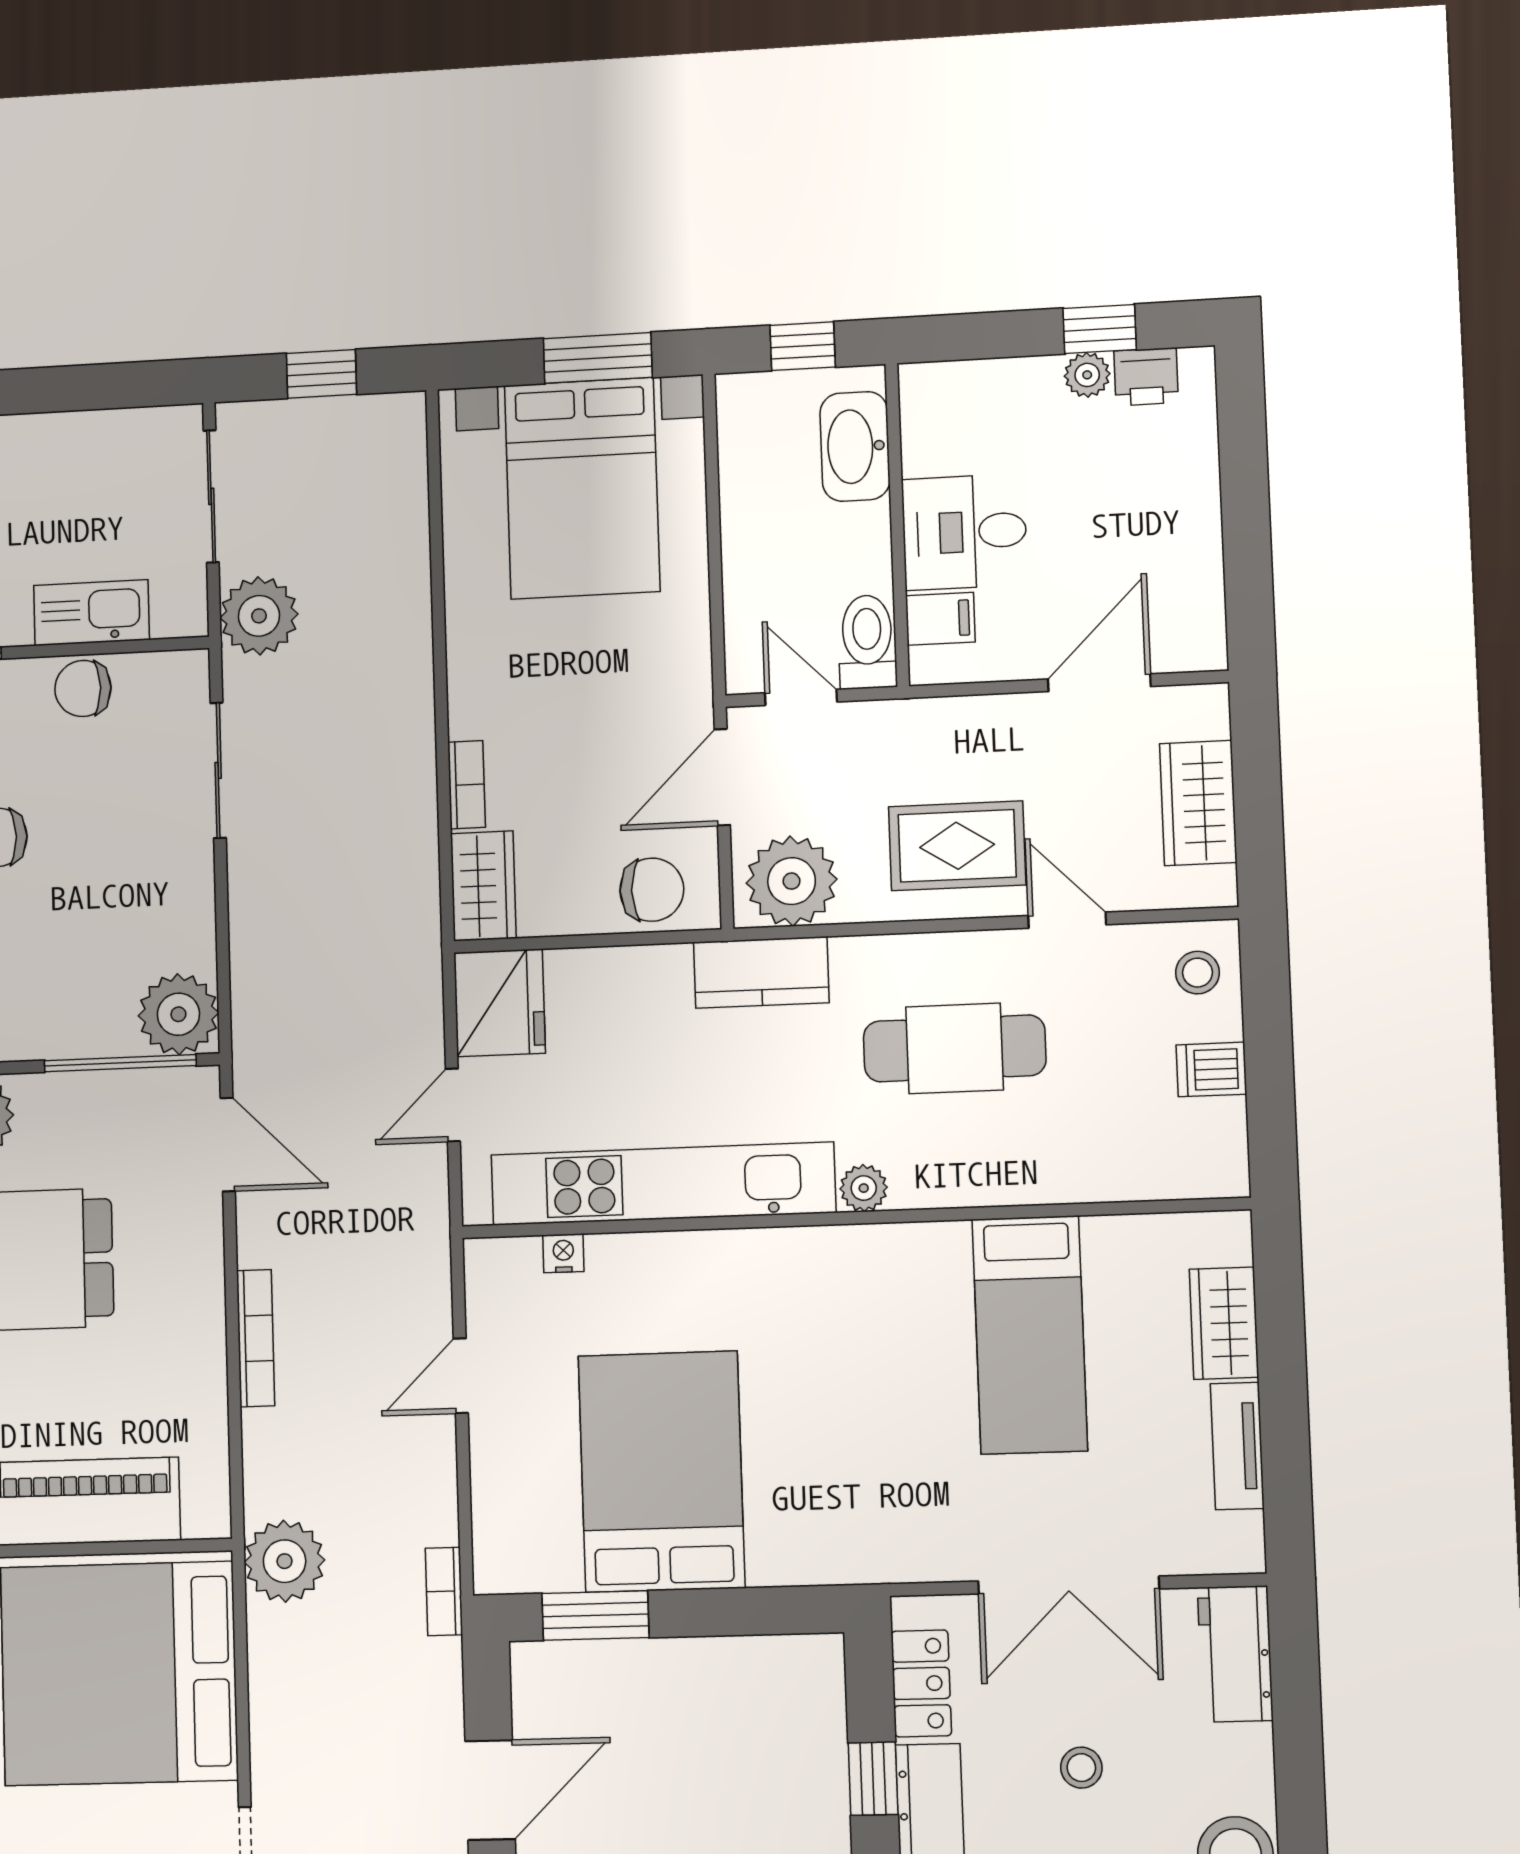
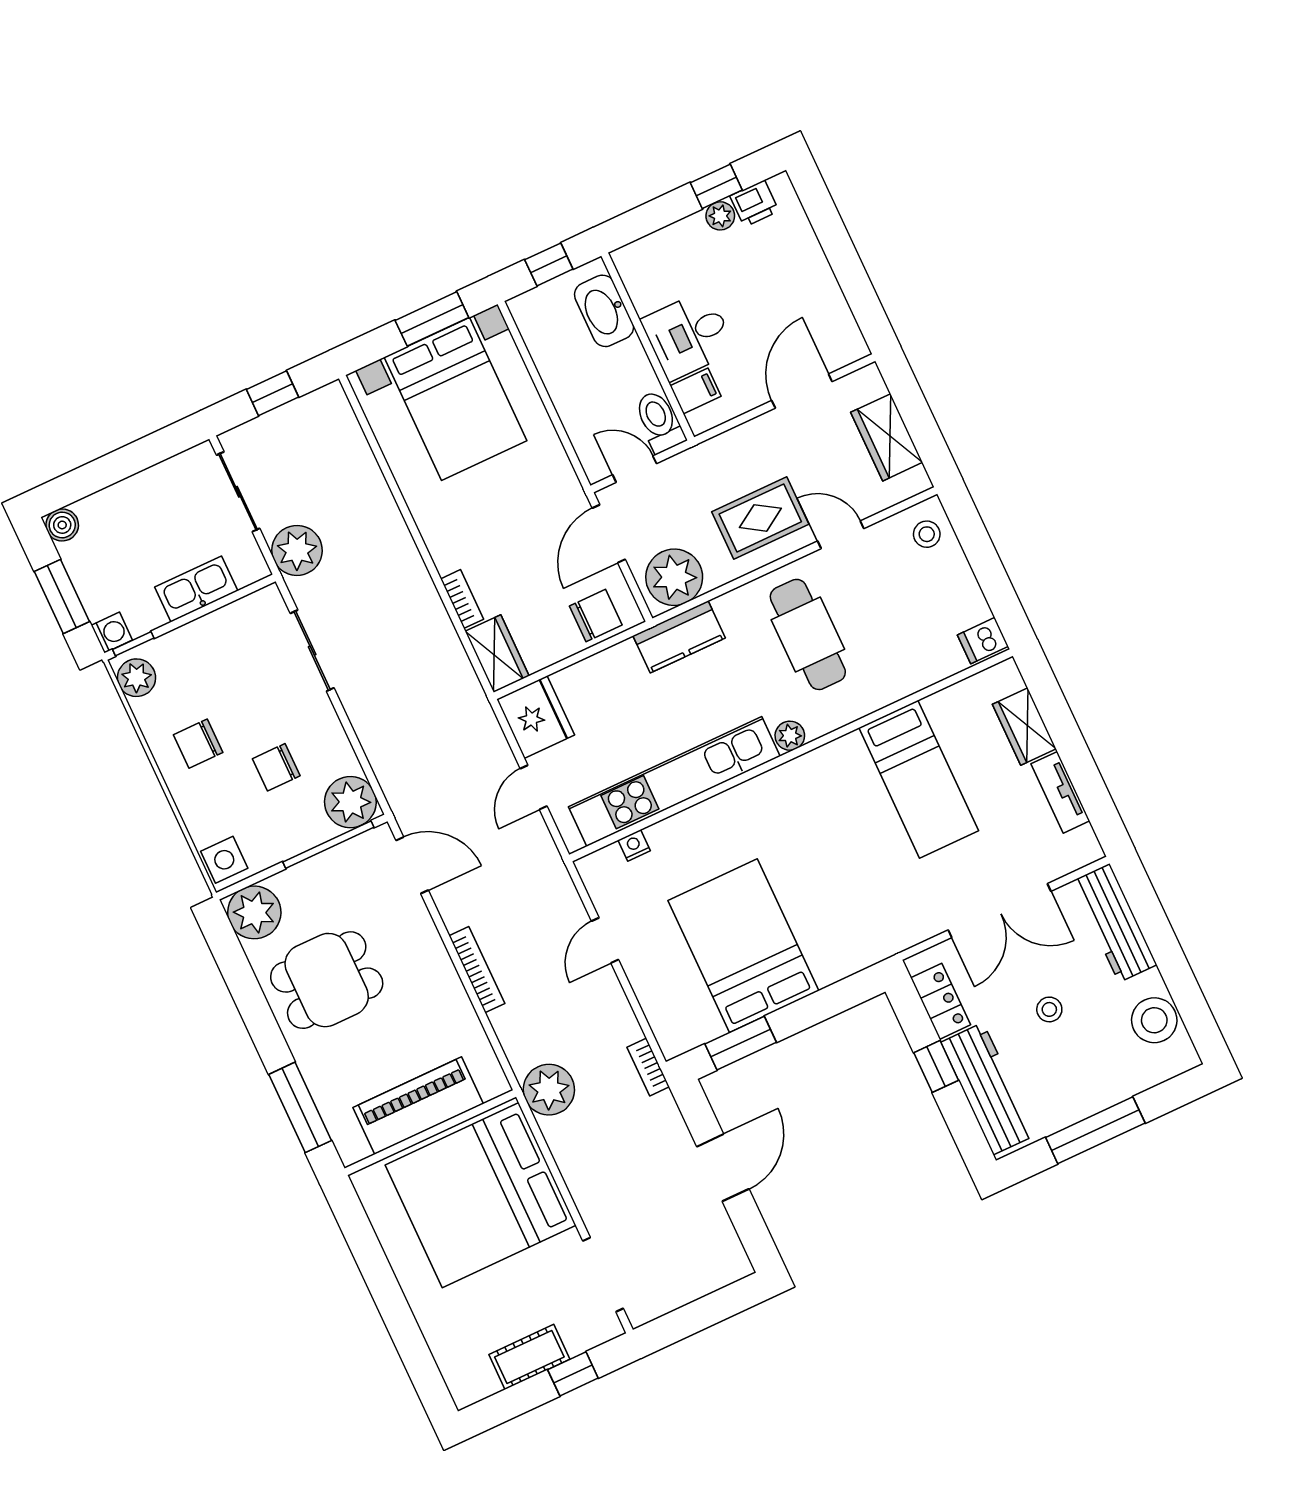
chair: (83, 688) -> (276, 767), moved
cafe table: (955, 1048) -> (808, 634), turned 90
dishwasher: (1211, 1070) -> (983, 641), moved
workbench: (1235, 1654) -> (1114, 923), width x1.38

